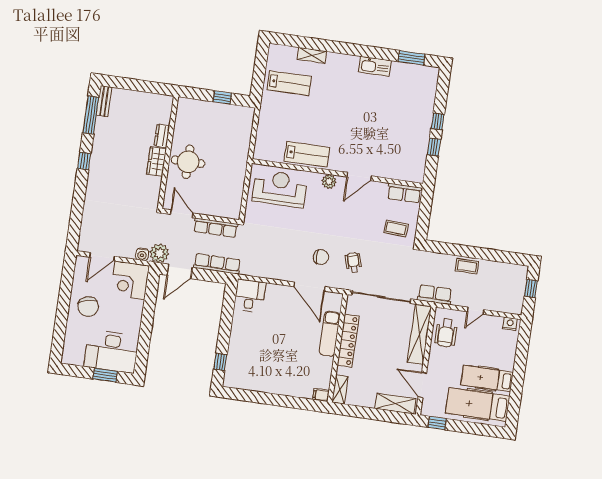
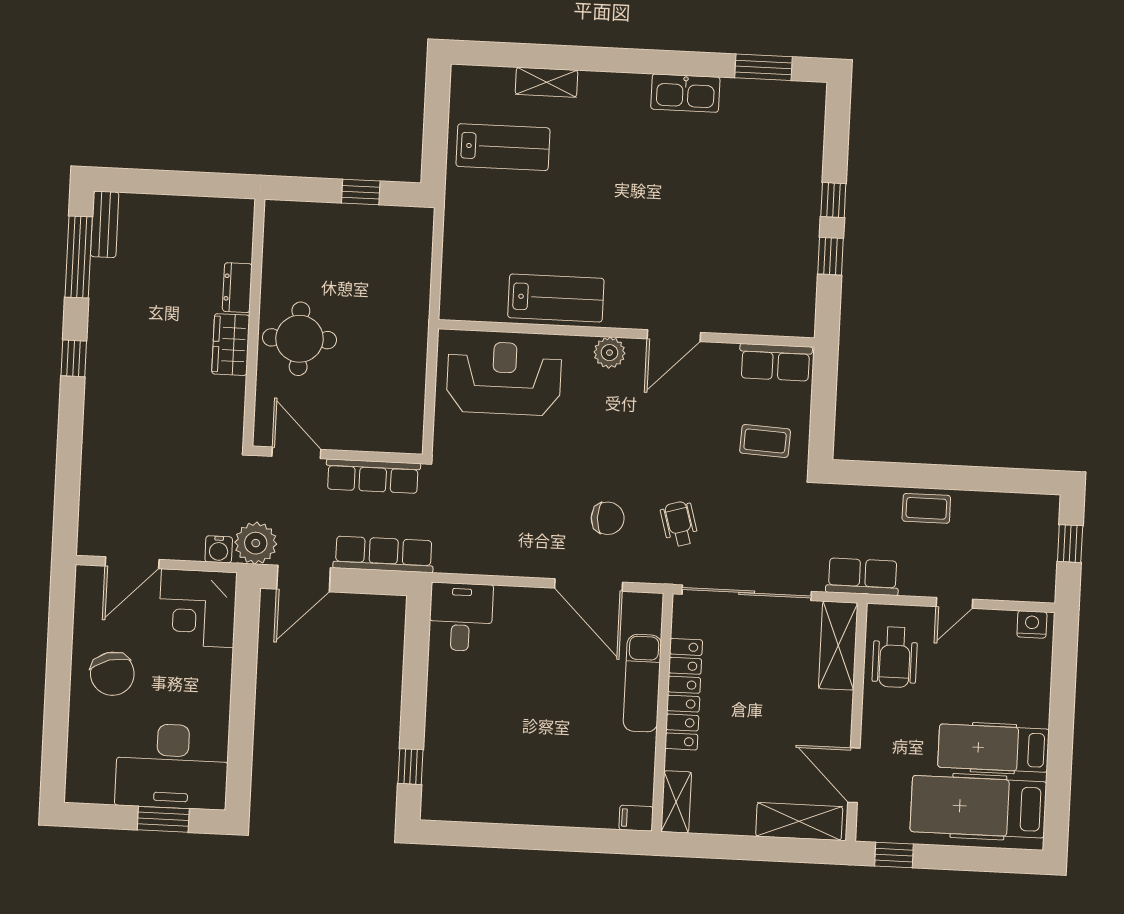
shelving: (419, 334) -> (838, 646), width x0.68

